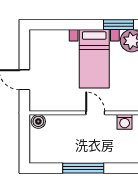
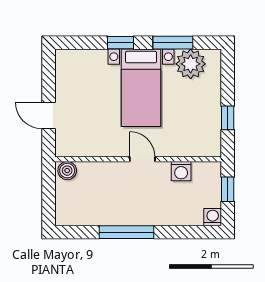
window: (79, 25) -> (121, 43), added

